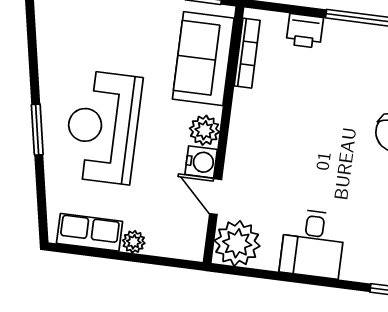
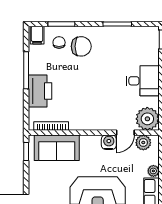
printer: (305, 31) -> (40, 91), width x1.87, depth x1.48
plant: (205, 130) -> (143, 143), moved

